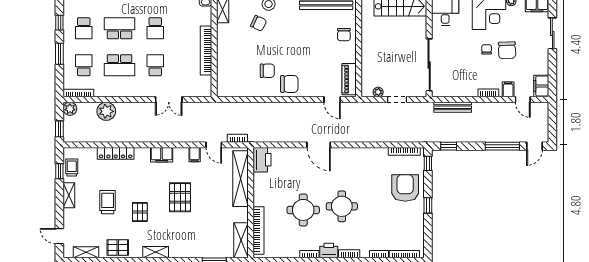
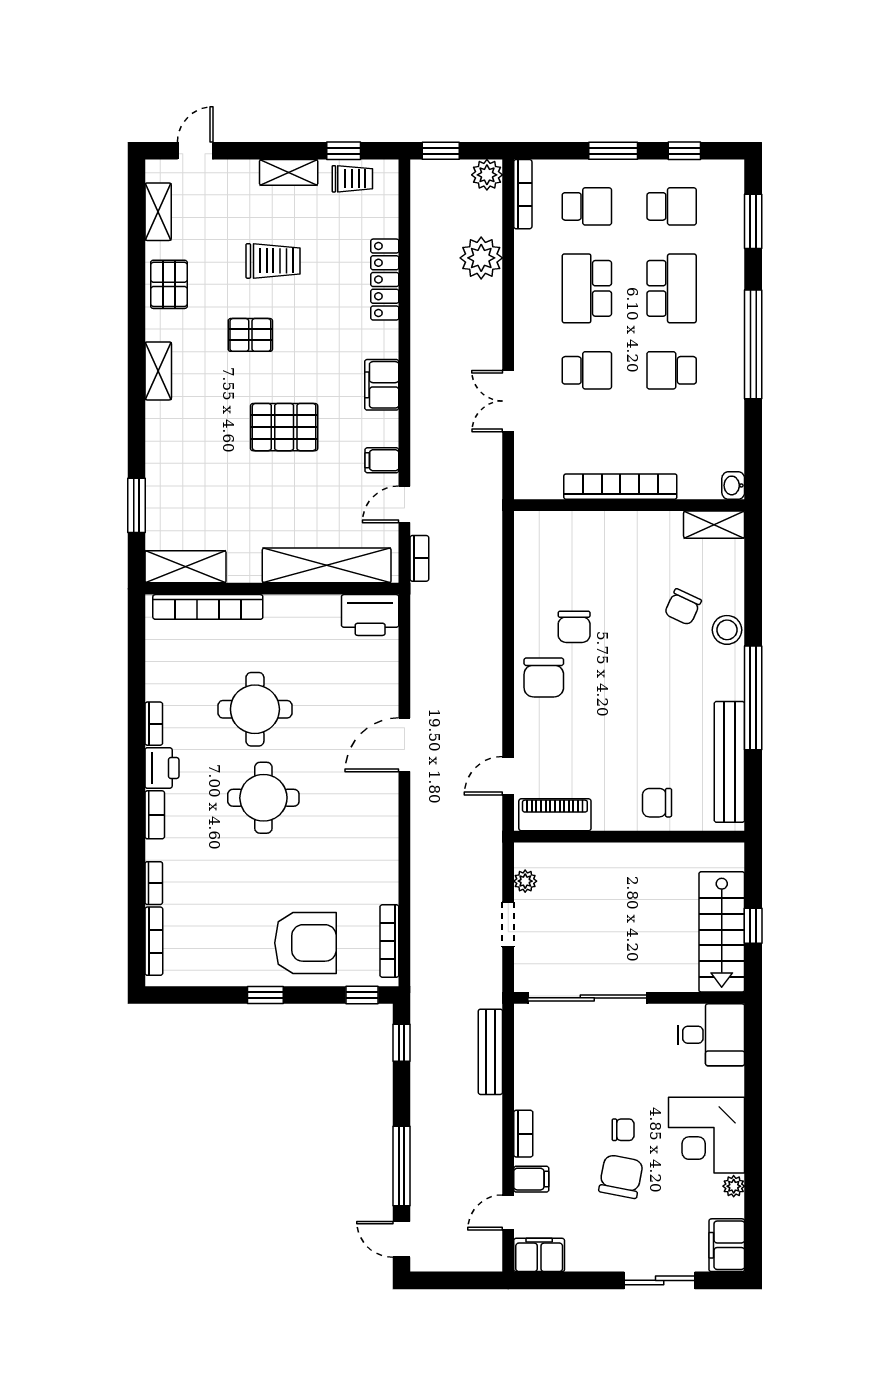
school desk: (84, 28) -> (672, 206), turned 180
chair: (507, 50) -> (621, 1177), turned 103

